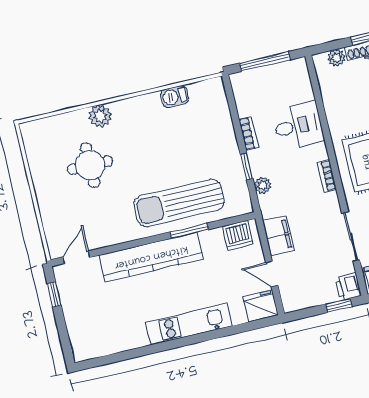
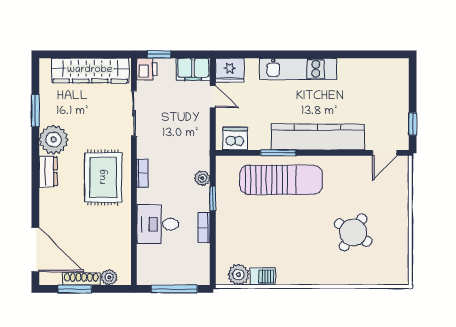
plant: (100, 116) -> (238, 275), moved
round table: (90, 165) -> (353, 233), turned 33
filing cabinet: (278, 236) -> (193, 69), moved, turned -90

